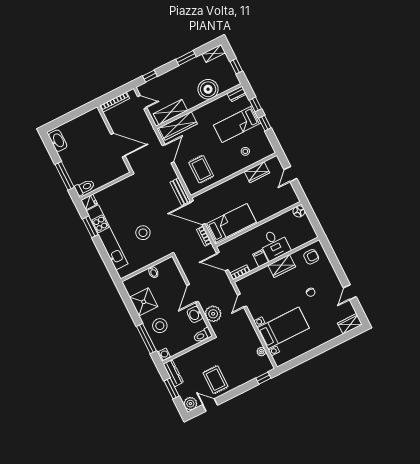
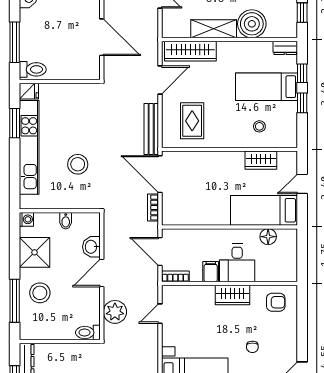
shelving: (170, 112) -> (214, 29), moved
bench: (180, 192) -> (151, 129), width x1.36
floor lamp: (299, 211) -> (268, 237), moved
bed: (231, 223) -> (264, 210), moved, turned 180
washbasin: (195, 314) -> (91, 247), moved
washing machine: (164, 354) -> (26, 219), moved

